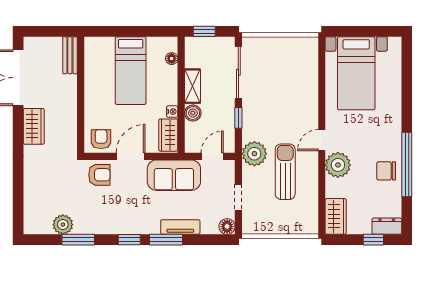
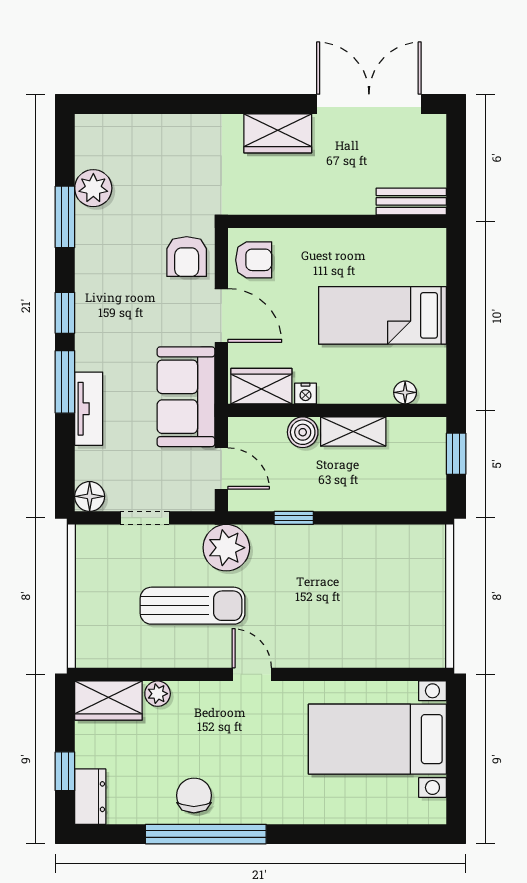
sliding door: (238, 72) -> (379, 518), removed
plant: (338, 165) -> (158, 694), moved, width x0.53, depth x0.53

